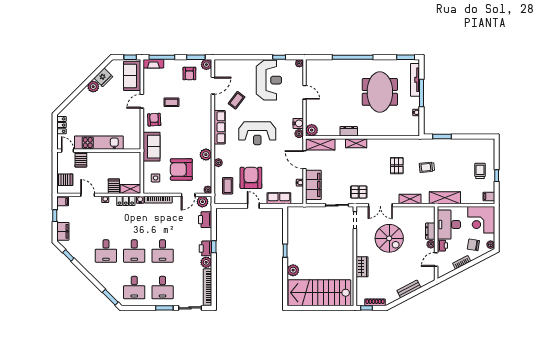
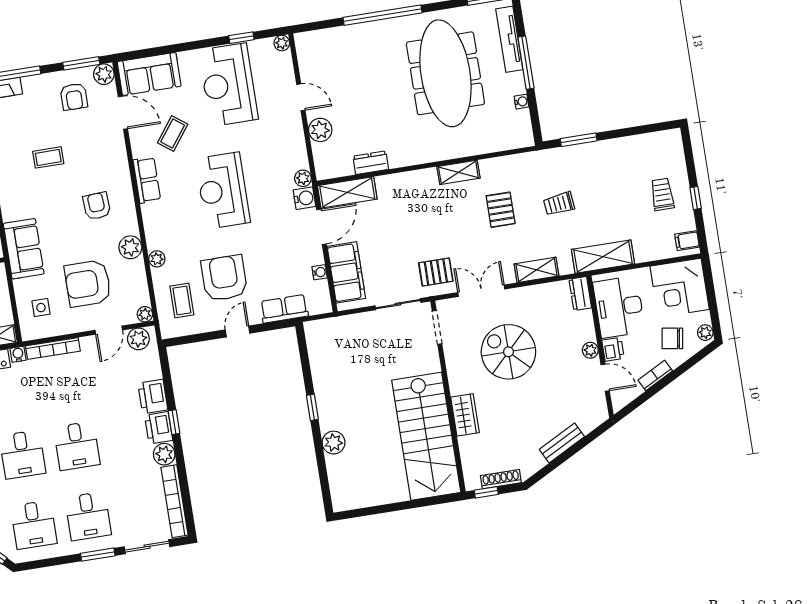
sofa: (229, 68) -> (149, 74), added
reception desk: (269, 80) -> (228, 85), turned 180
door: (213, 86) -> (123, 113), hinge flipped
meeting table: (380, 92) -> (445, 73), width x1.36
armchair: (154, 120) -> (97, 206), moved
water cooler: (298, 123) -> (304, 198), moved
row of seats: (220, 127) -> (147, 180), width x0.68
plant: (312, 130) -> (320, 130), moved
dresser: (349, 131) -> (371, 163), moved
reception desk: (257, 133) -> (223, 191), turned 90
shelving: (356, 143) -> (458, 172), moved
door: (304, 160) -> (322, 227), swing flipped
double door: (380, 205) -> (481, 291), swing flipped
door: (253, 206) -> (237, 331), hinge flipped
printer: (205, 220) -> (153, 397), moved
dresser: (430, 231) -> (580, 293), moved
spiral stairs: (389, 238) -> (508, 352), turned 180
door: (436, 259) -> (605, 378), swing flipped
stairs: (319, 293) -> (426, 436), moved, turned -90

